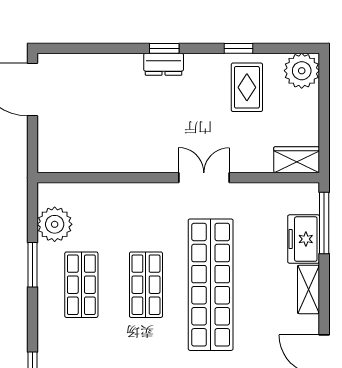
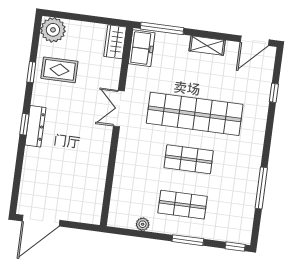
dresser: (164, 64) -> (35, 126), width x1.44
plant: (55, 224) -> (143, 224), width x0.53, depth x0.53
freezer: (304, 239) -> (142, 48), moved, turned -90
window: (33, 265) -> (188, 240), moved

